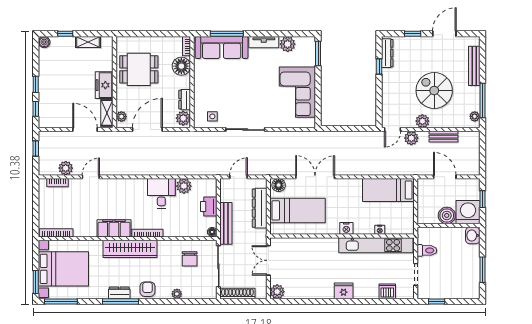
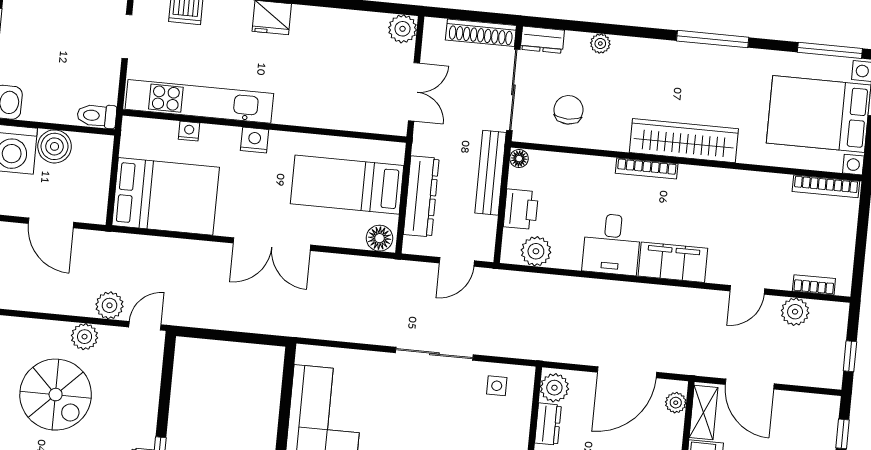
bench: (443, 137) -> (46, 302), removed
double door: (315, 177) -> (272, 244), moved
plant: (184, 186) -> (536, 251), moved
bed: (388, 190) -> (166, 196), width x1.50
filing cabinet: (114, 228) -> (673, 262), moved, turned 180
toilet: (427, 250) -> (97, 116), moved
armchair: (147, 289) -> (657, 58), removed
dresser: (119, 293) -> (542, 40), moved

